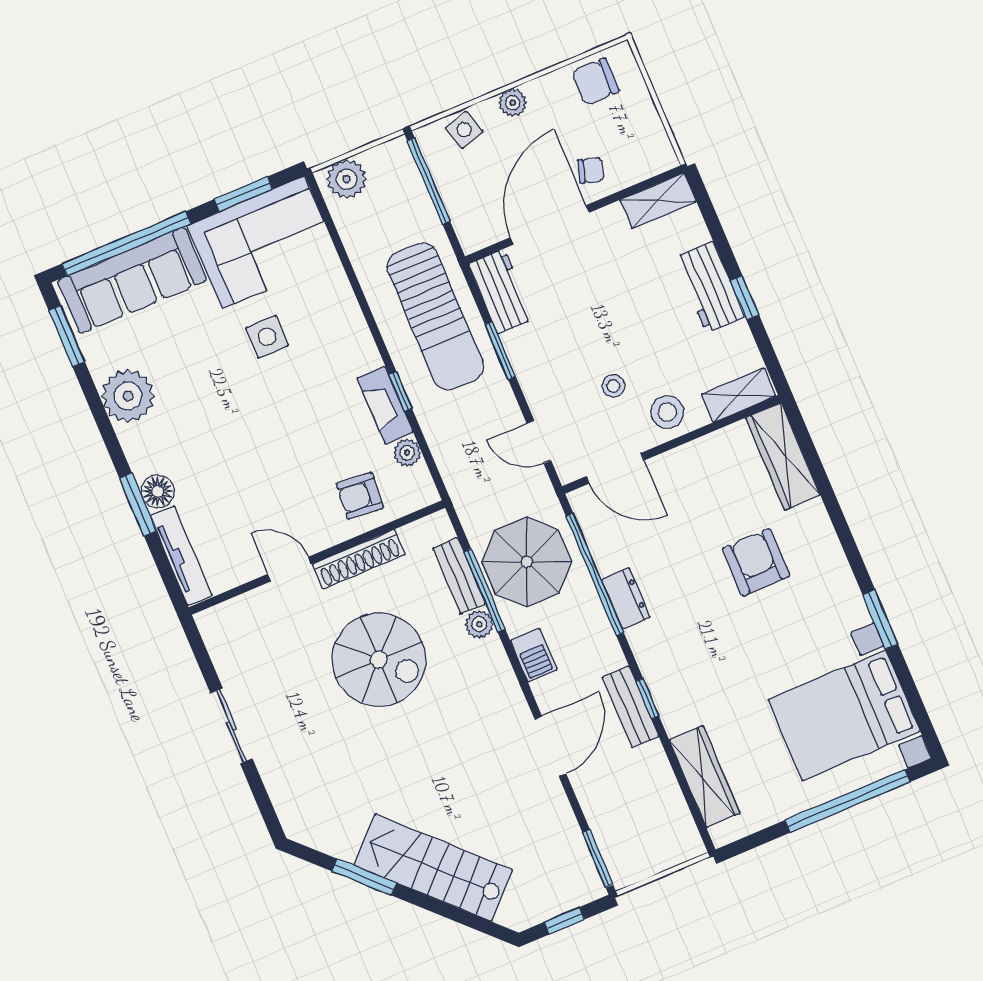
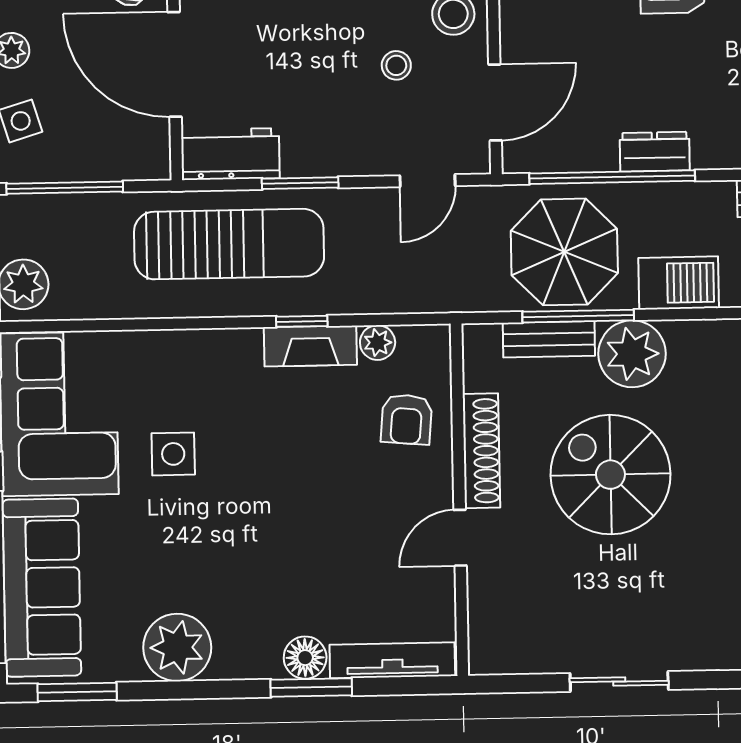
plant: (479, 624) -> (632, 354), width x1.87, depth x1.87
barbecue: (534, 655) -> (679, 283), width x1.38, depth x1.27
spiral stairs: (379, 660) -> (610, 475), turned -90

